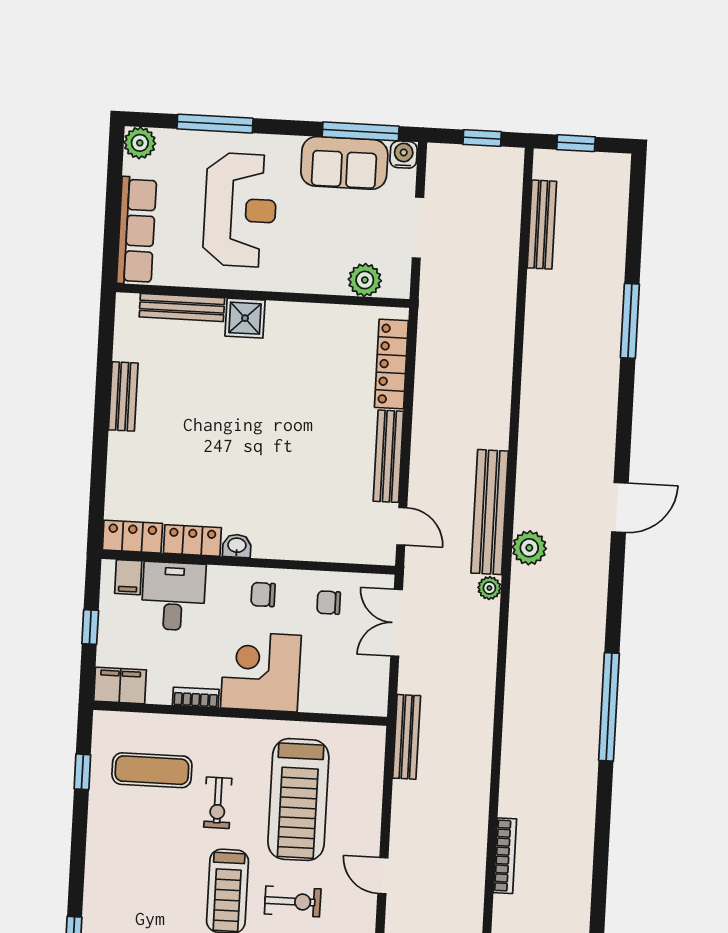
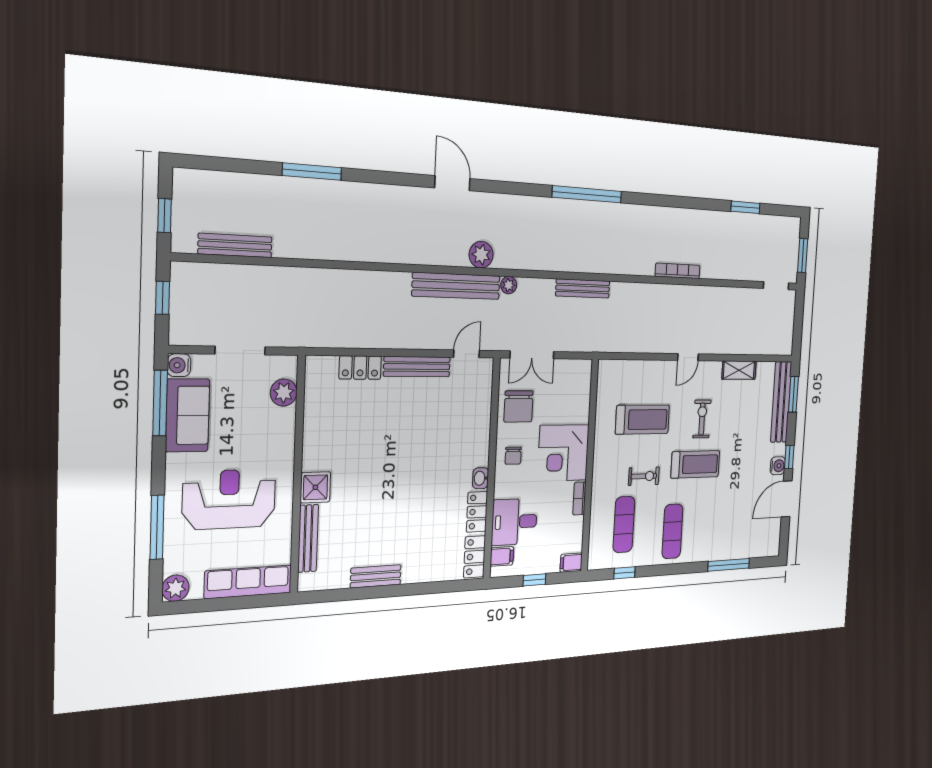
locker: (391, 364) -> (360, 368), width x0.66
chair: (329, 603) -> (518, 406), width x1.87, depth x1.87
filing cabinet: (120, 685) -> (571, 563), width x0.50
bench: (407, 737) -> (583, 288), moved
treadmill: (298, 800) -> (643, 420), width x0.73, depth x0.73
exercise mat: (133, 853) -> (672, 531), added

